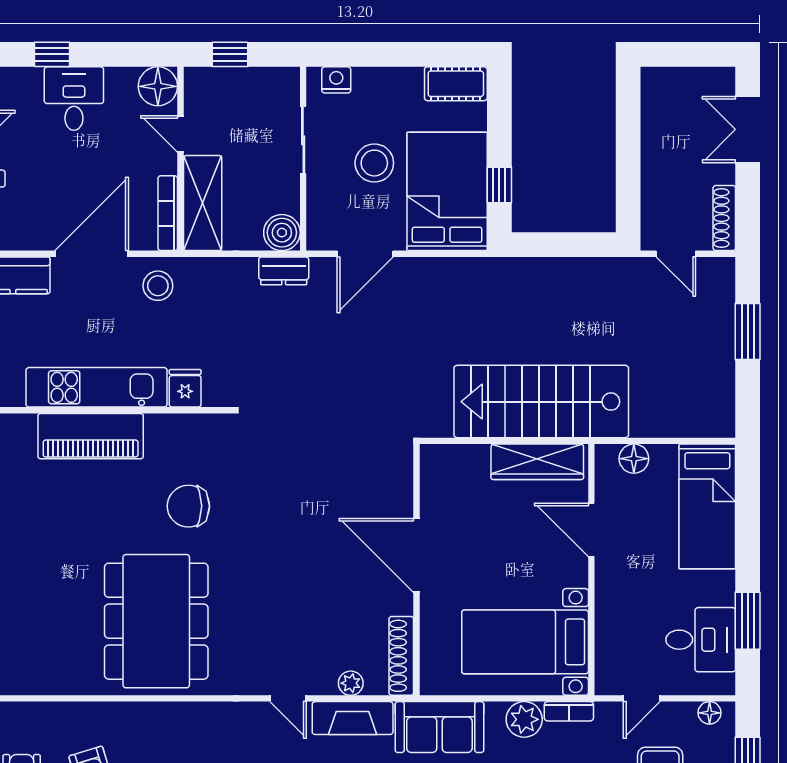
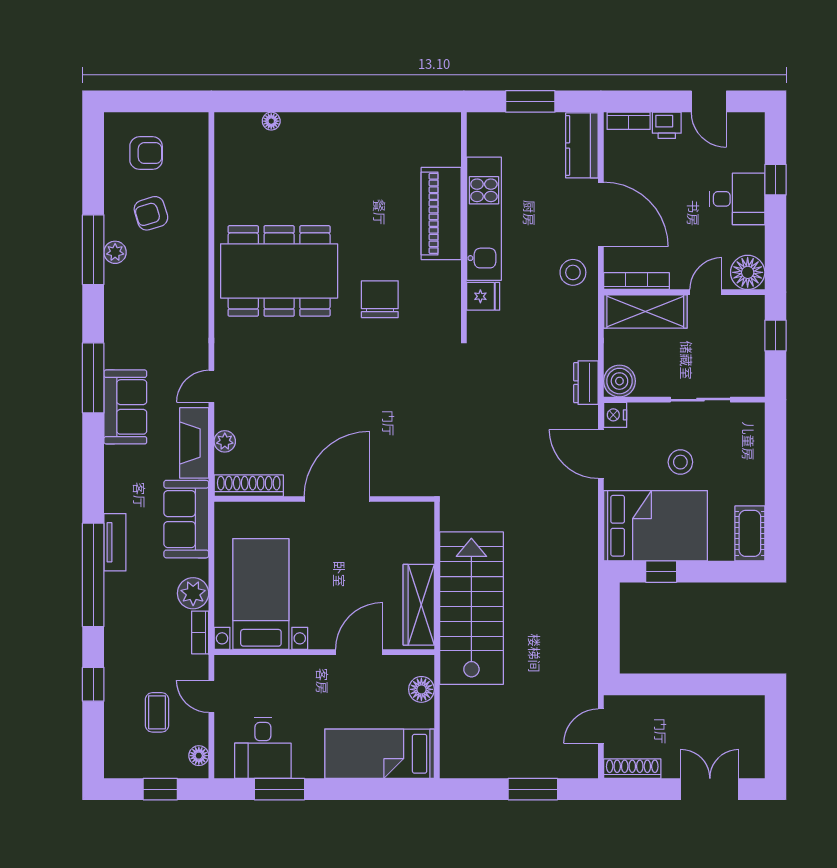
nightstand: (336, 80) -> (615, 415), moved, turned 180
stool: (374, 163) -> (680, 462), width x0.73, depth x0.73

